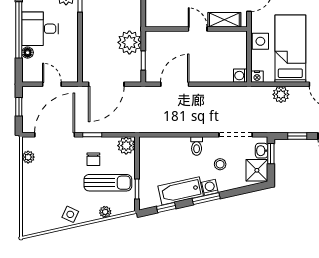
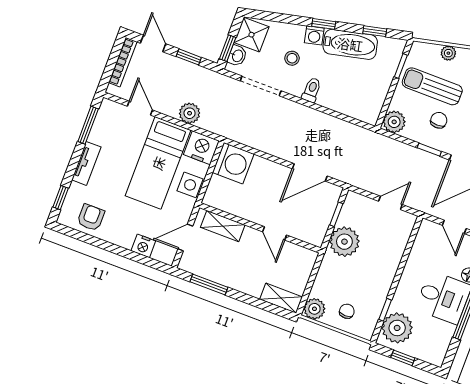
door: (198, 29) -> (275, 233), moved
washing machine: (240, 76) -> (233, 163), width x1.89, depth x1.89
nightstand: (257, 77) -> (201, 148), width x1.89, depth x1.79
door: (106, 84) -> (390, 203), width x0.53
window: (206, 199) -> (324, 24), width x0.67

